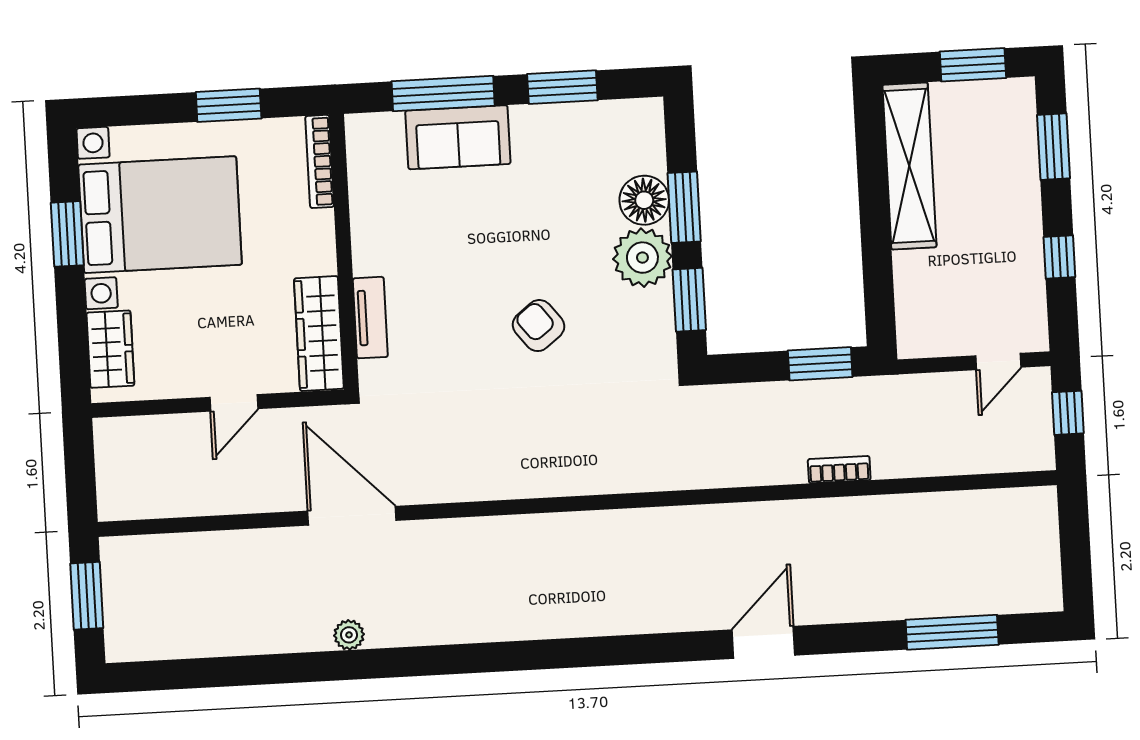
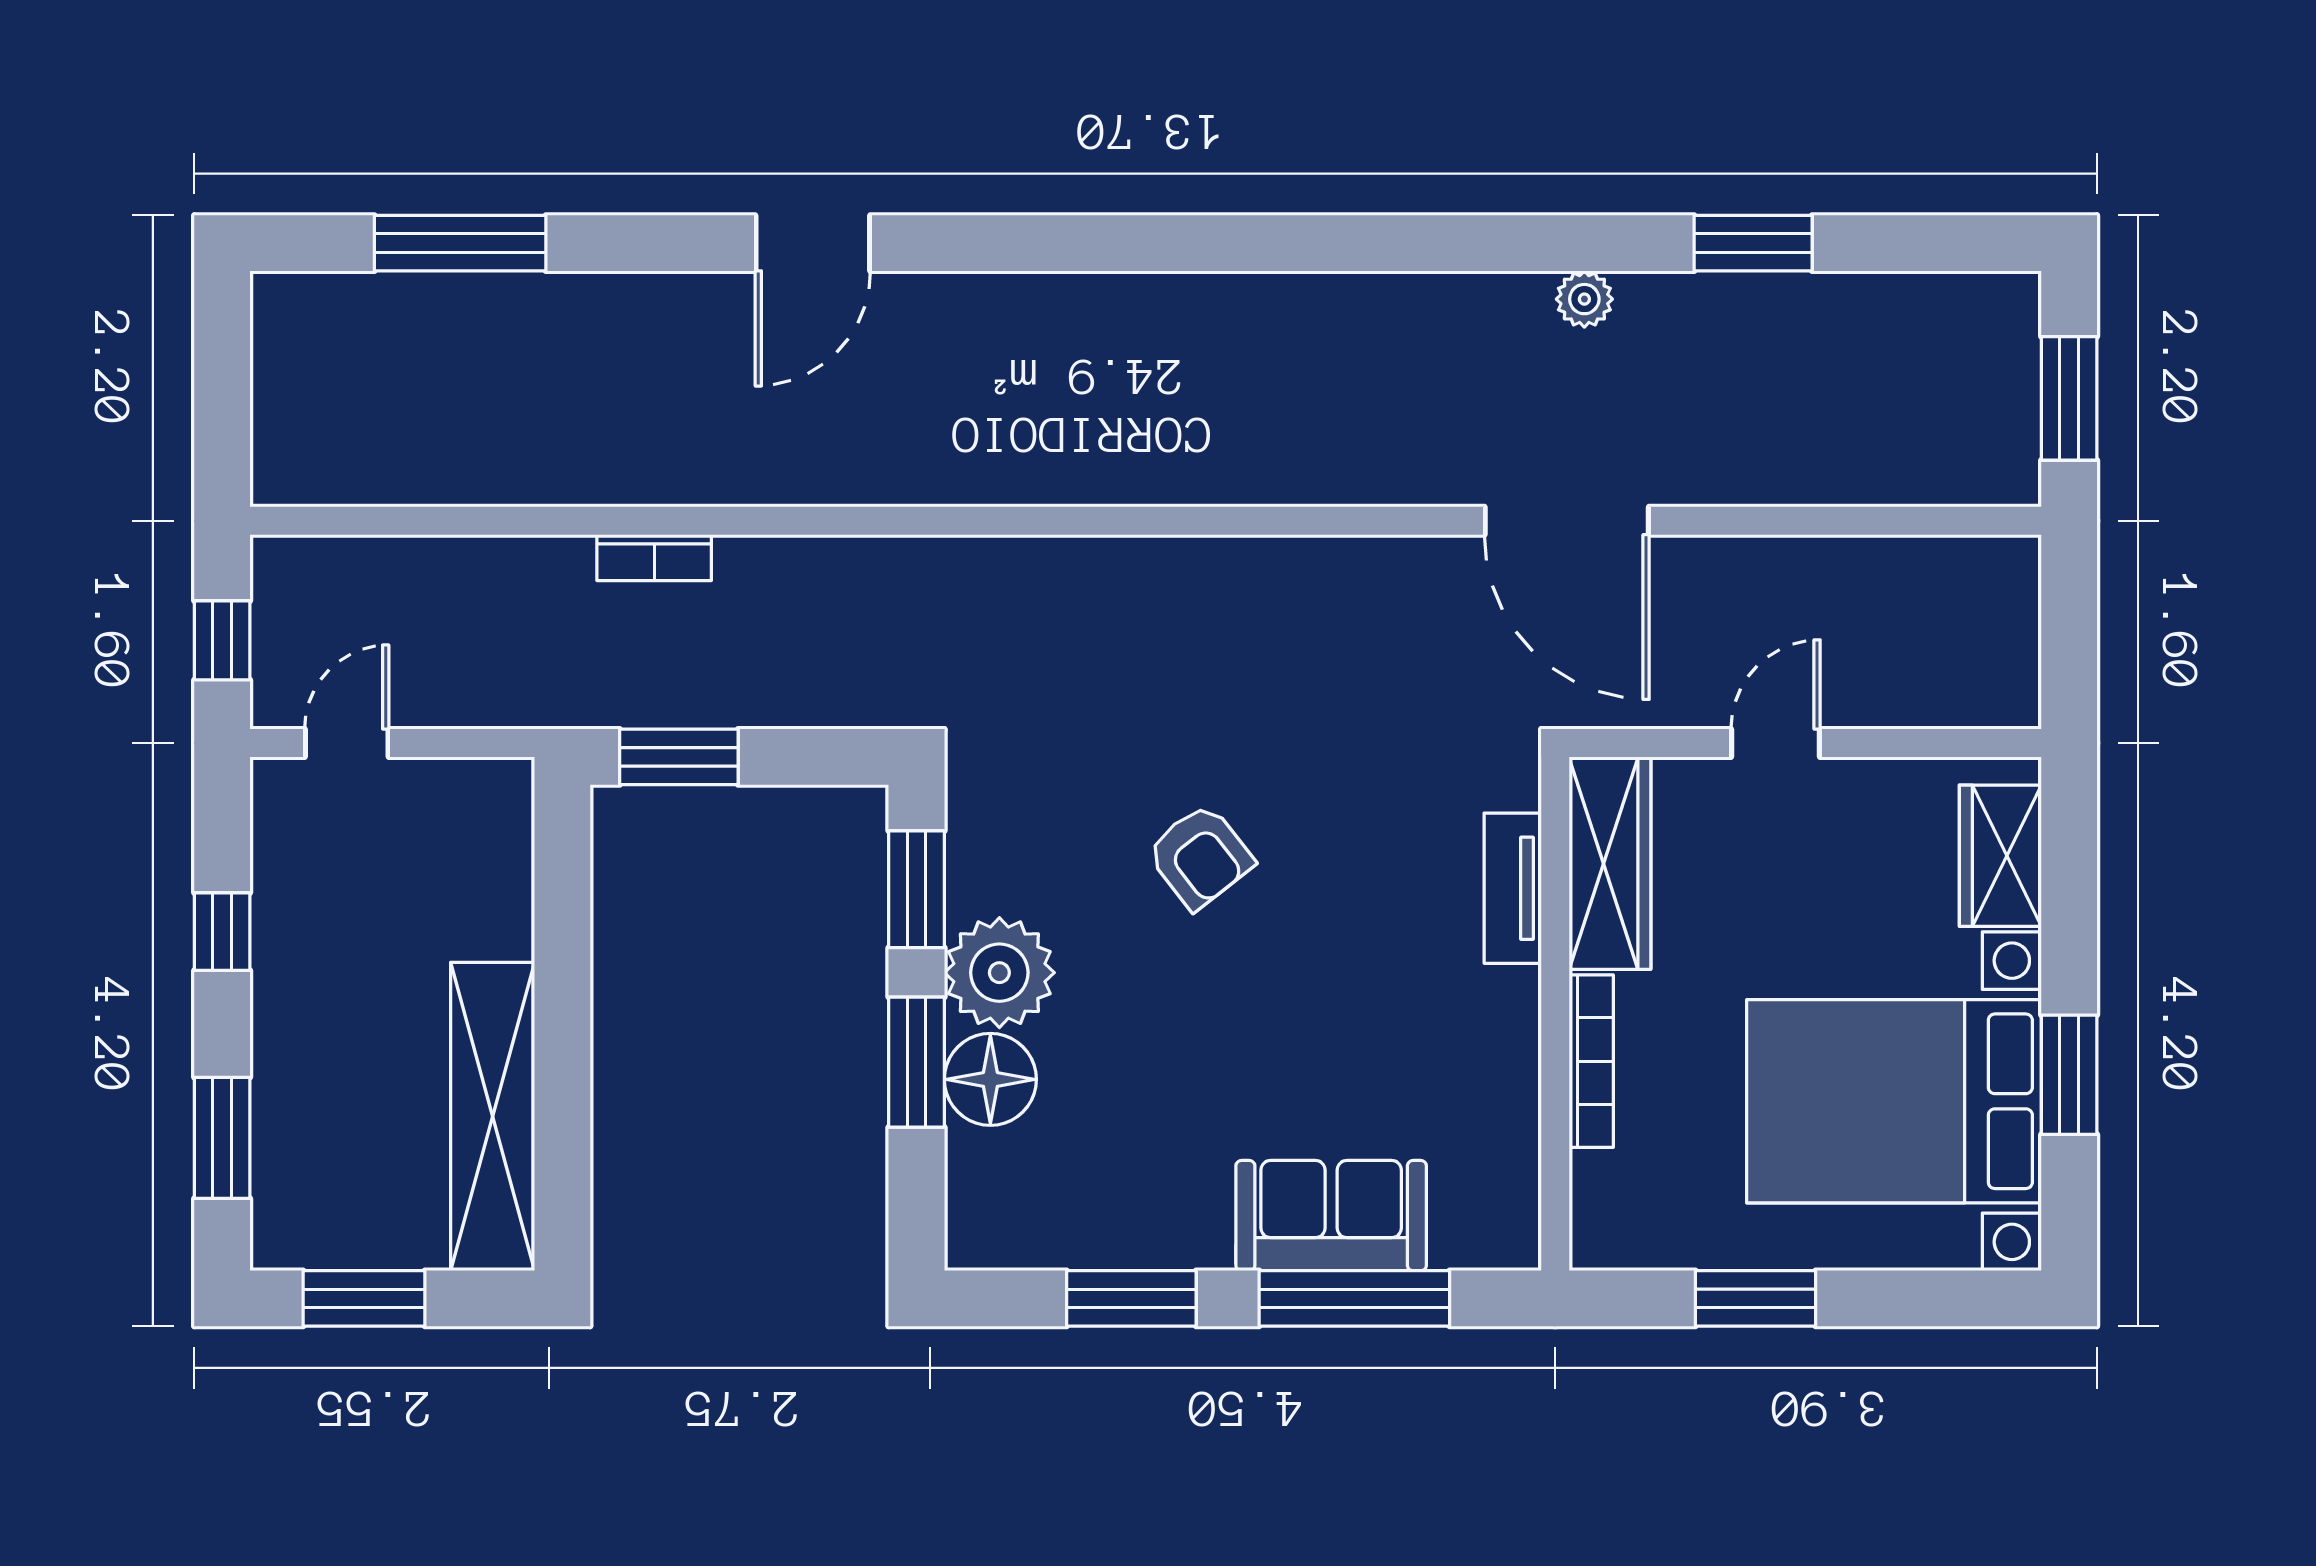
bookcase: (320, 161) -> (1591, 1061), moved
window: (260, 670) -> (1753, 243), added

